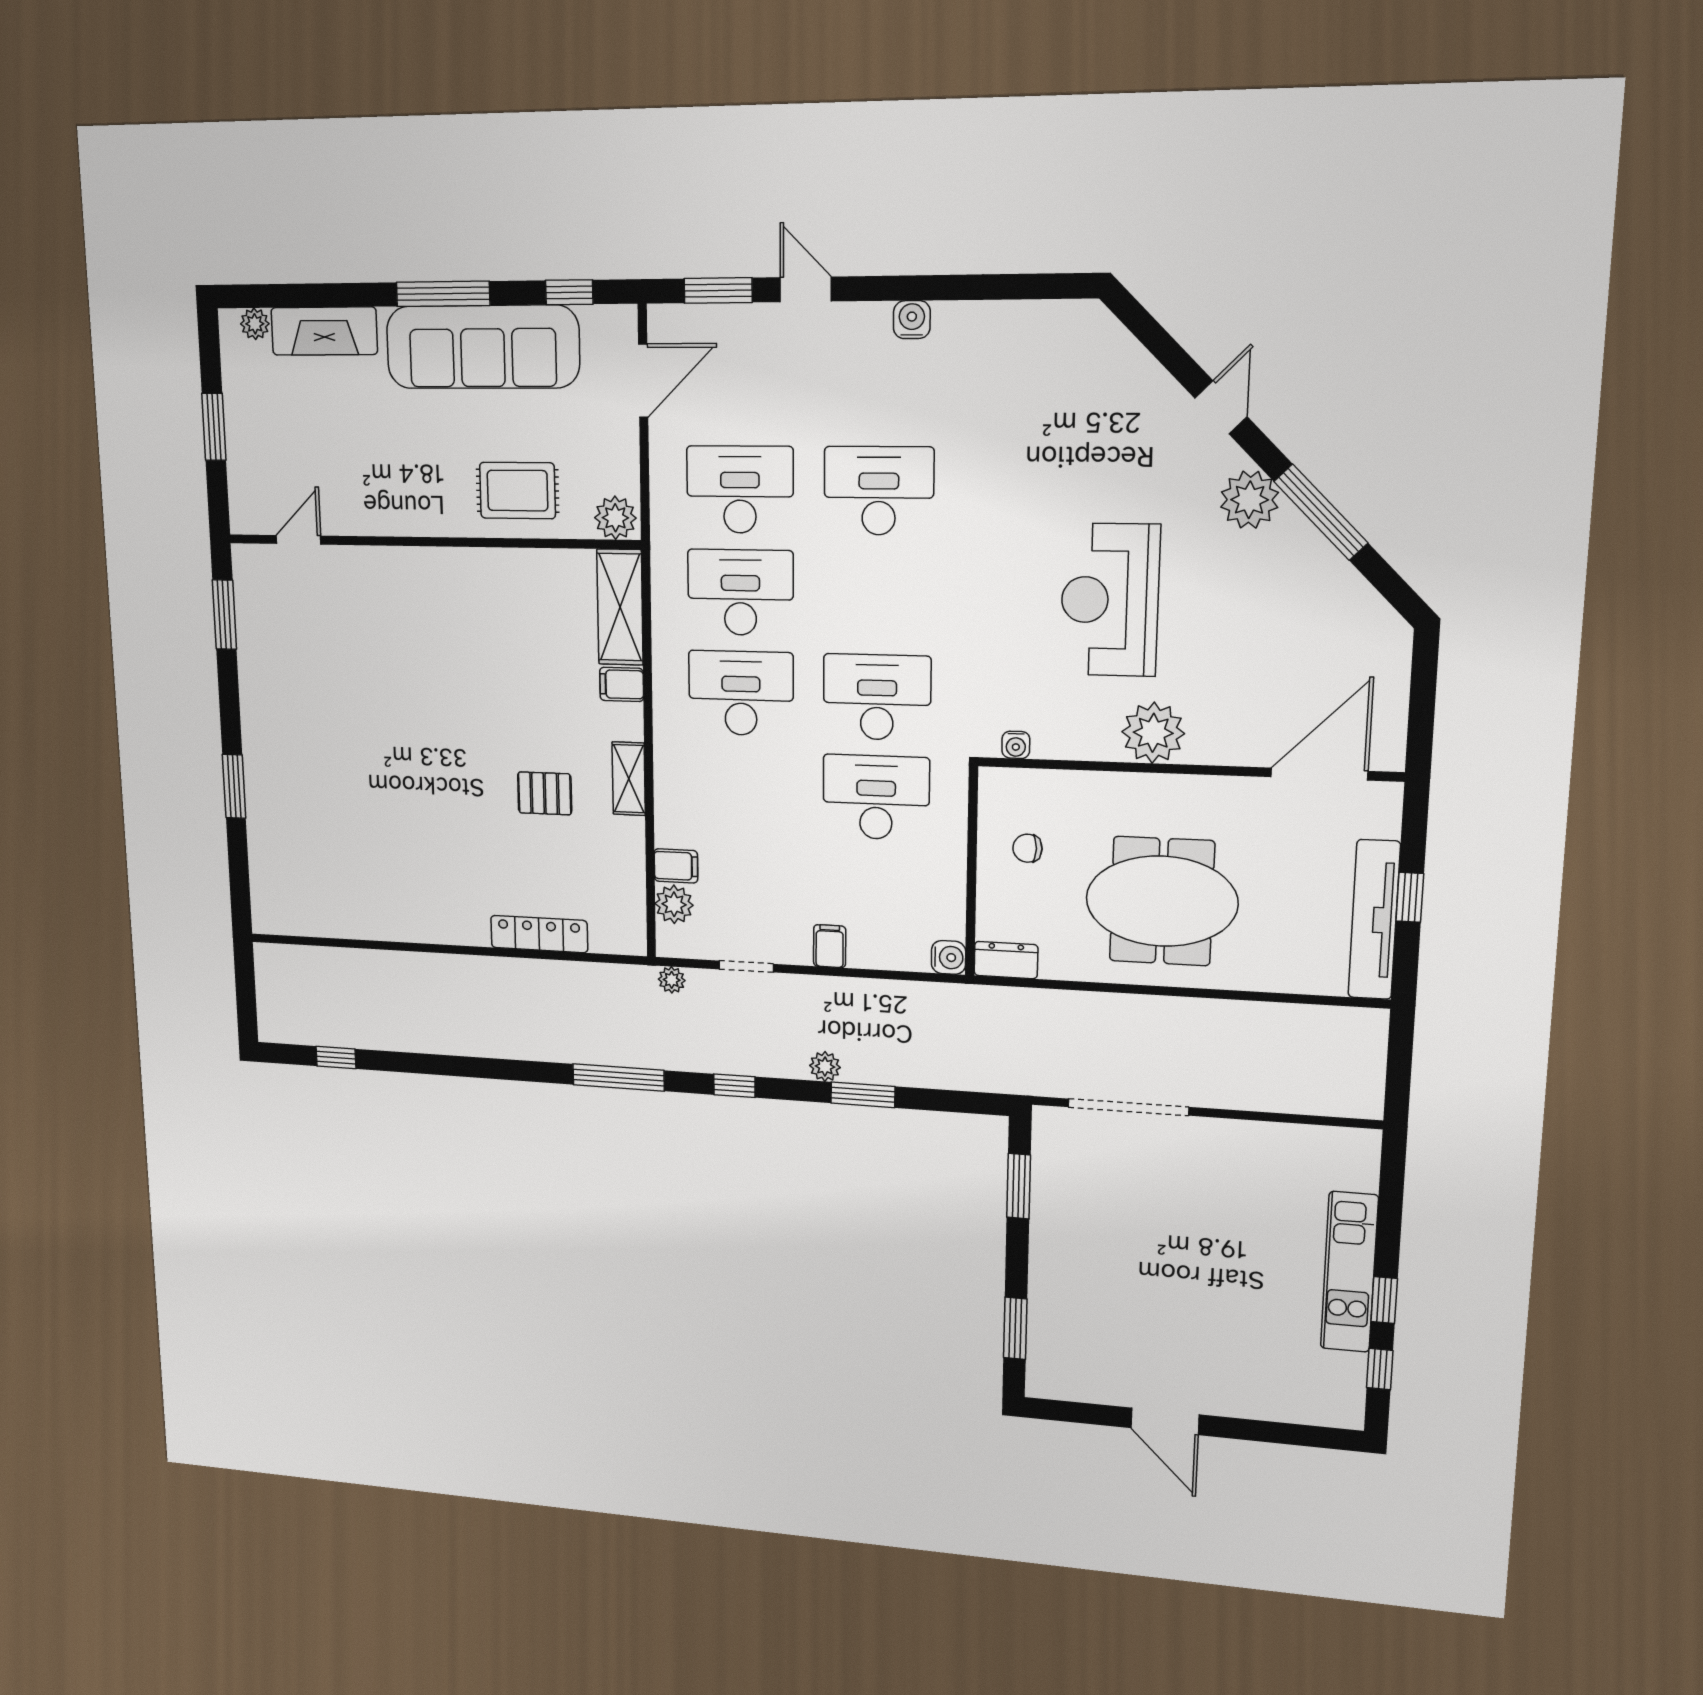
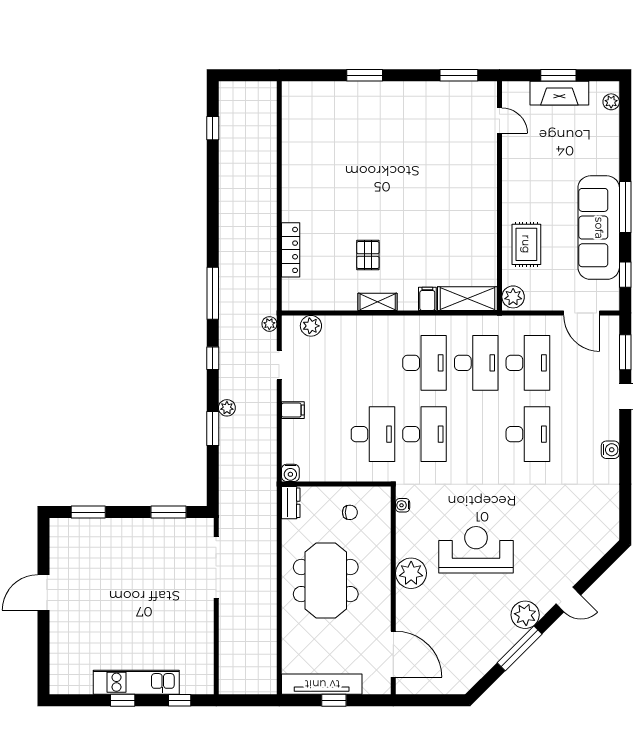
fireplace: (324, 331) -> (559, 93), moved, turned -90
chair: (1027, 848) -> (350, 512), turned 90
filing cabinet: (676, 866) -> (332, 327), removed
window: (1380, 1369) -> (180, 700), moved

